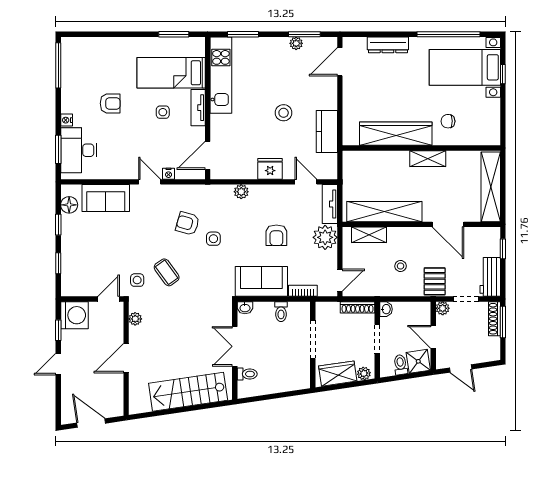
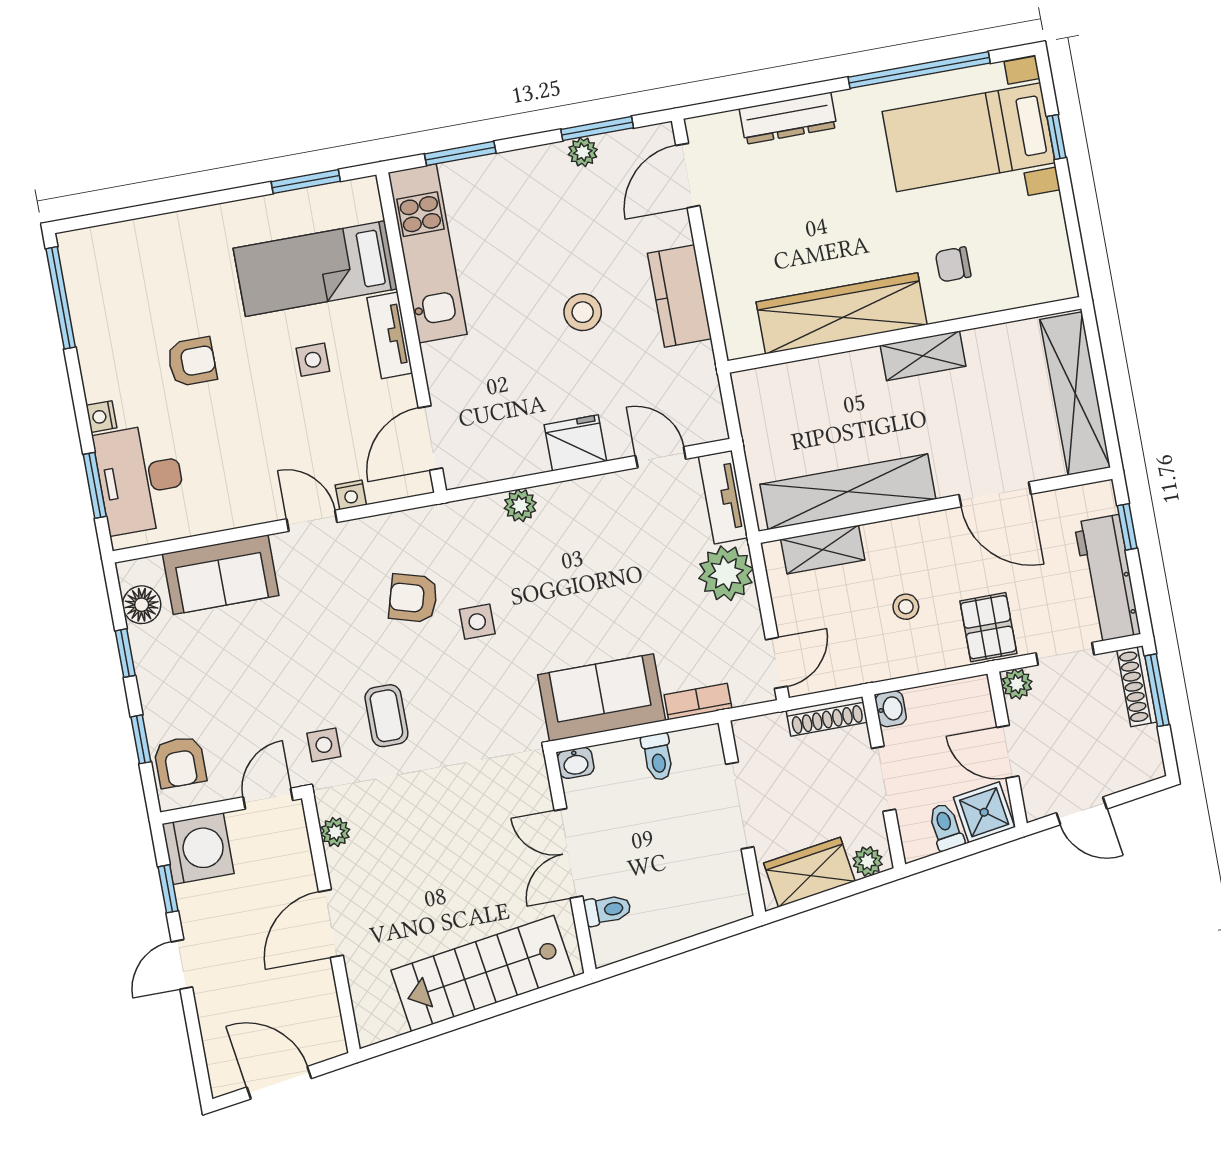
kitchen counter: (327, 131) -> (680, 296), moved
armchair: (276, 235) -> (180, 762), moved
coffee table: (167, 272) -> (386, 716), turned 36
workbench: (490, 277) -> (1107, 578), width x1.38

